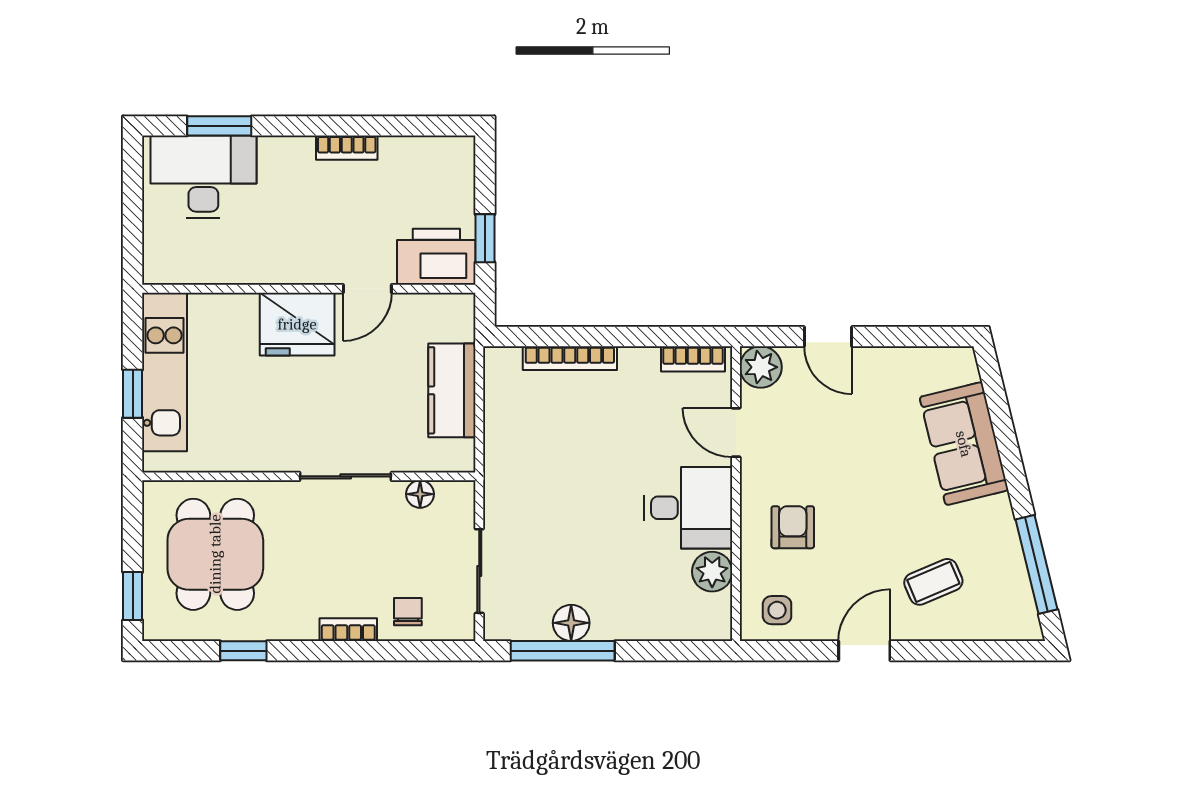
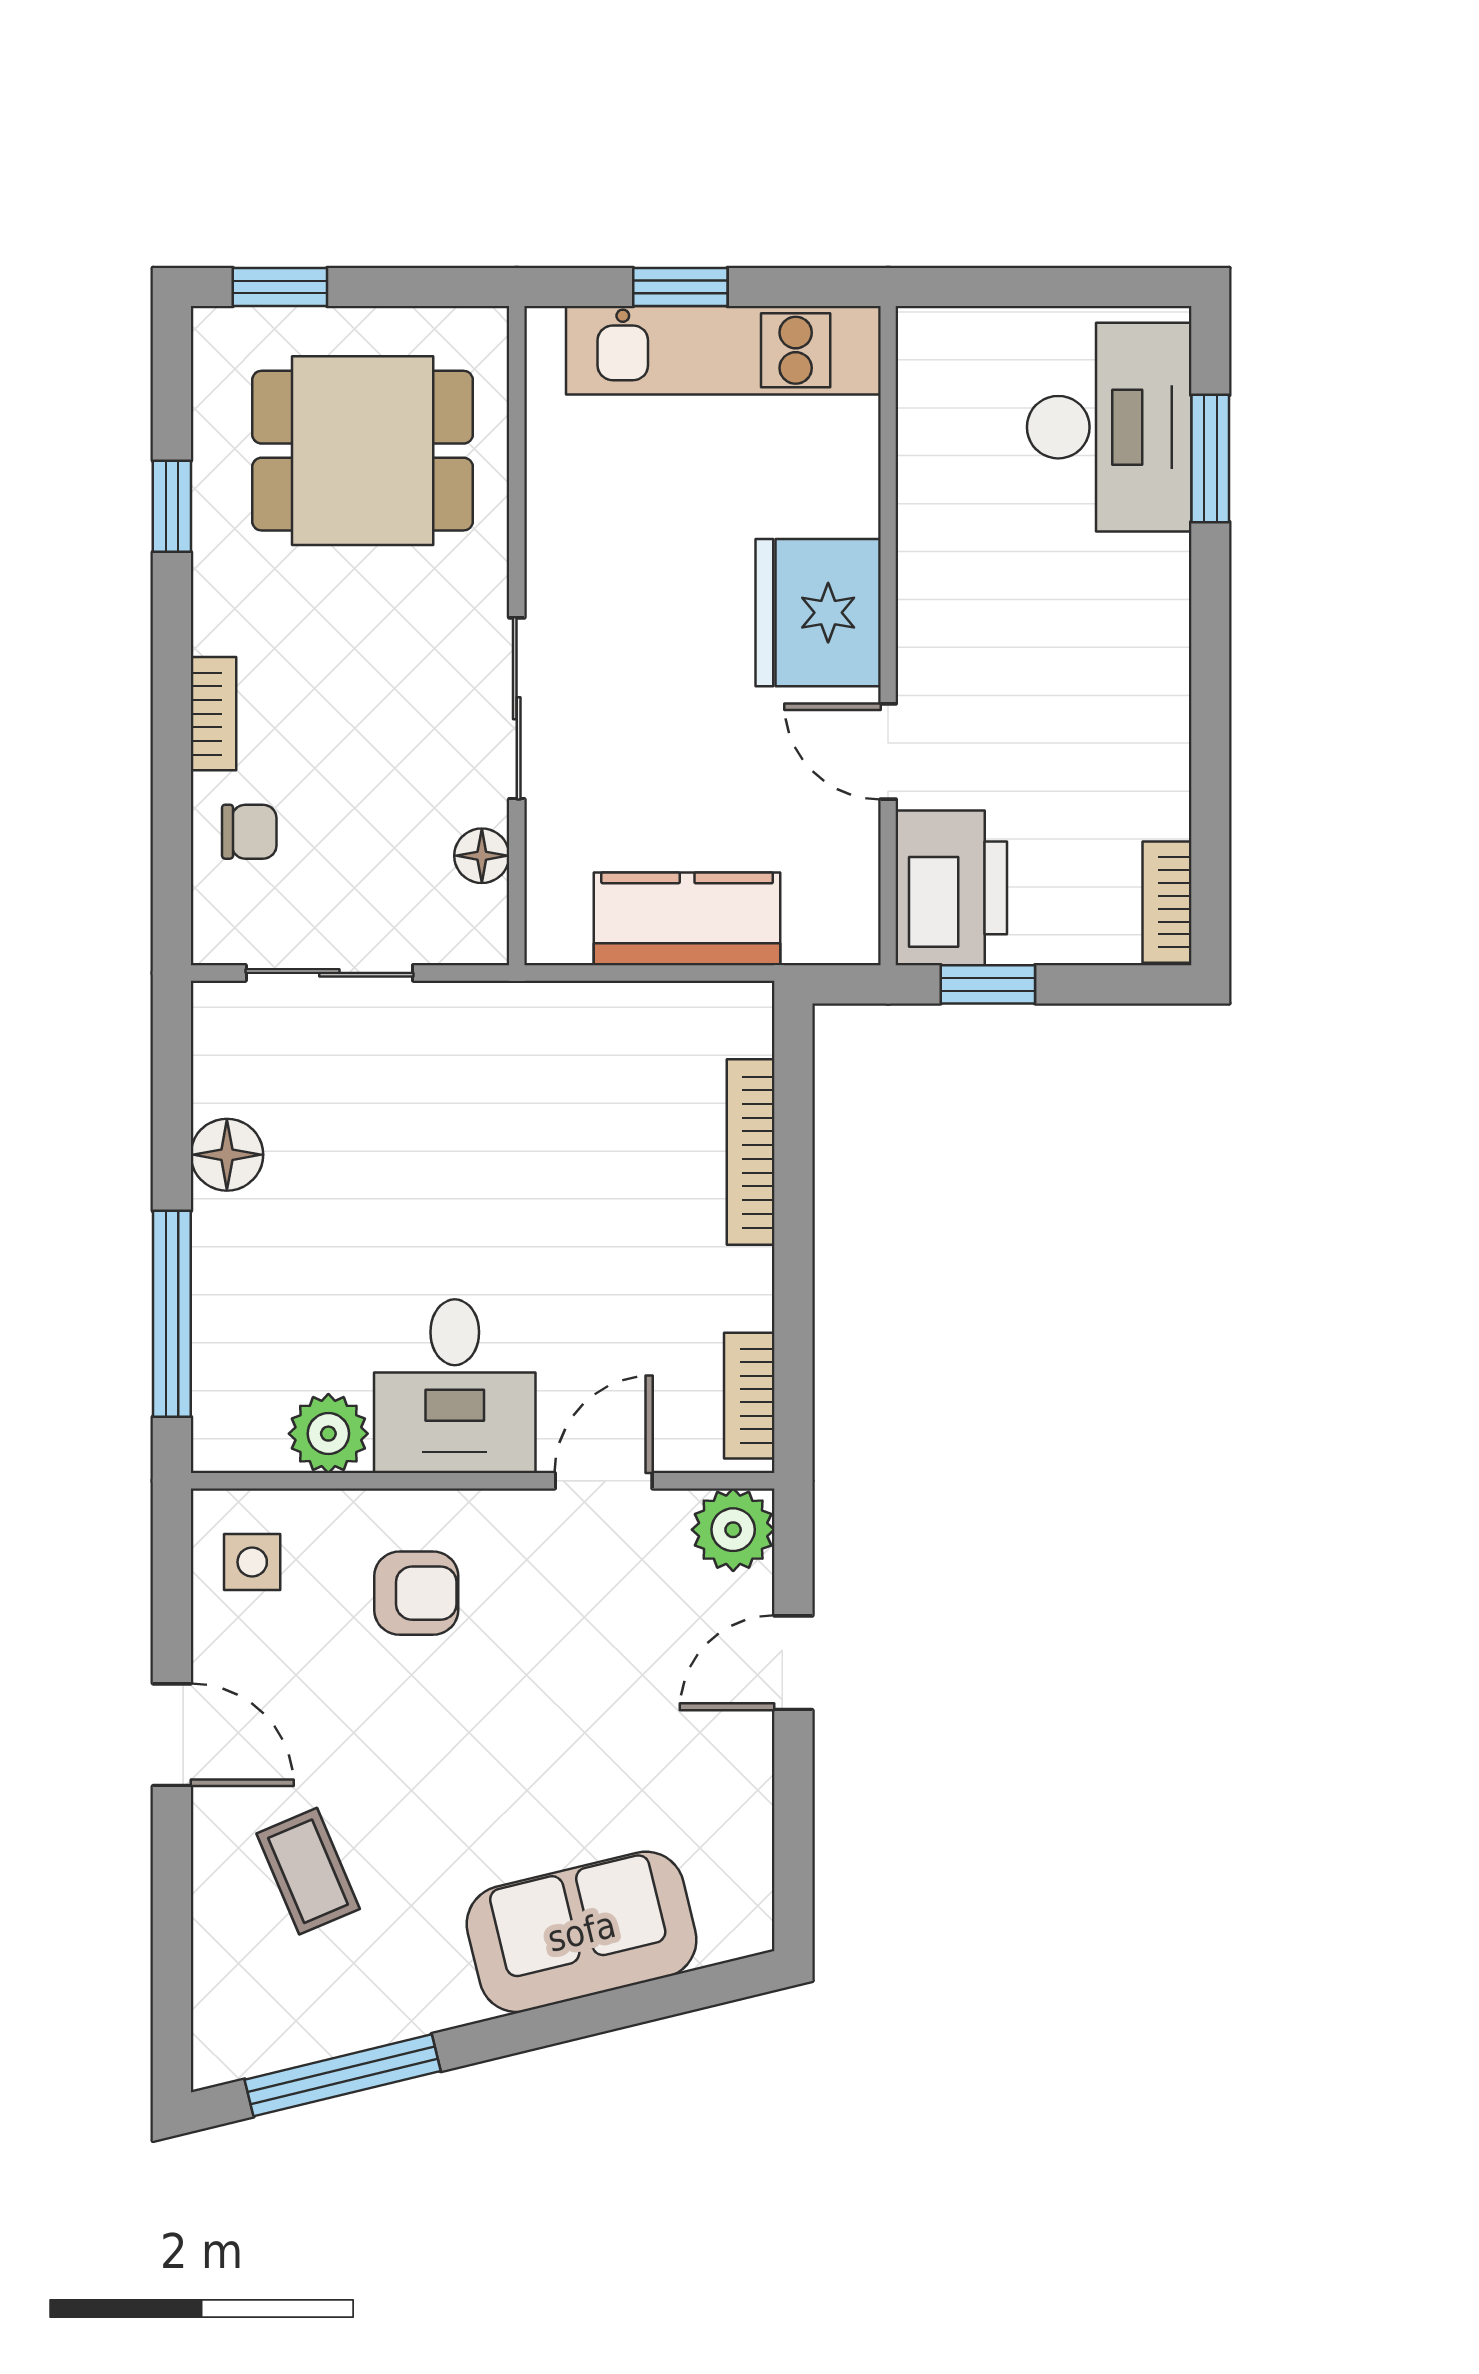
bookcase: (347, 148) -> (1167, 902), moved
window: (563, 651) -> (172, 1314), moved

